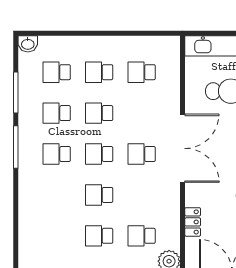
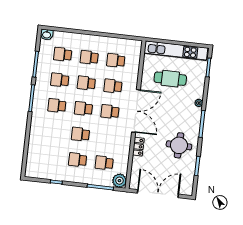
school desk: (142, 113) -> (113, 86), added
locker: (193, 222) -> (138, 147), moved

